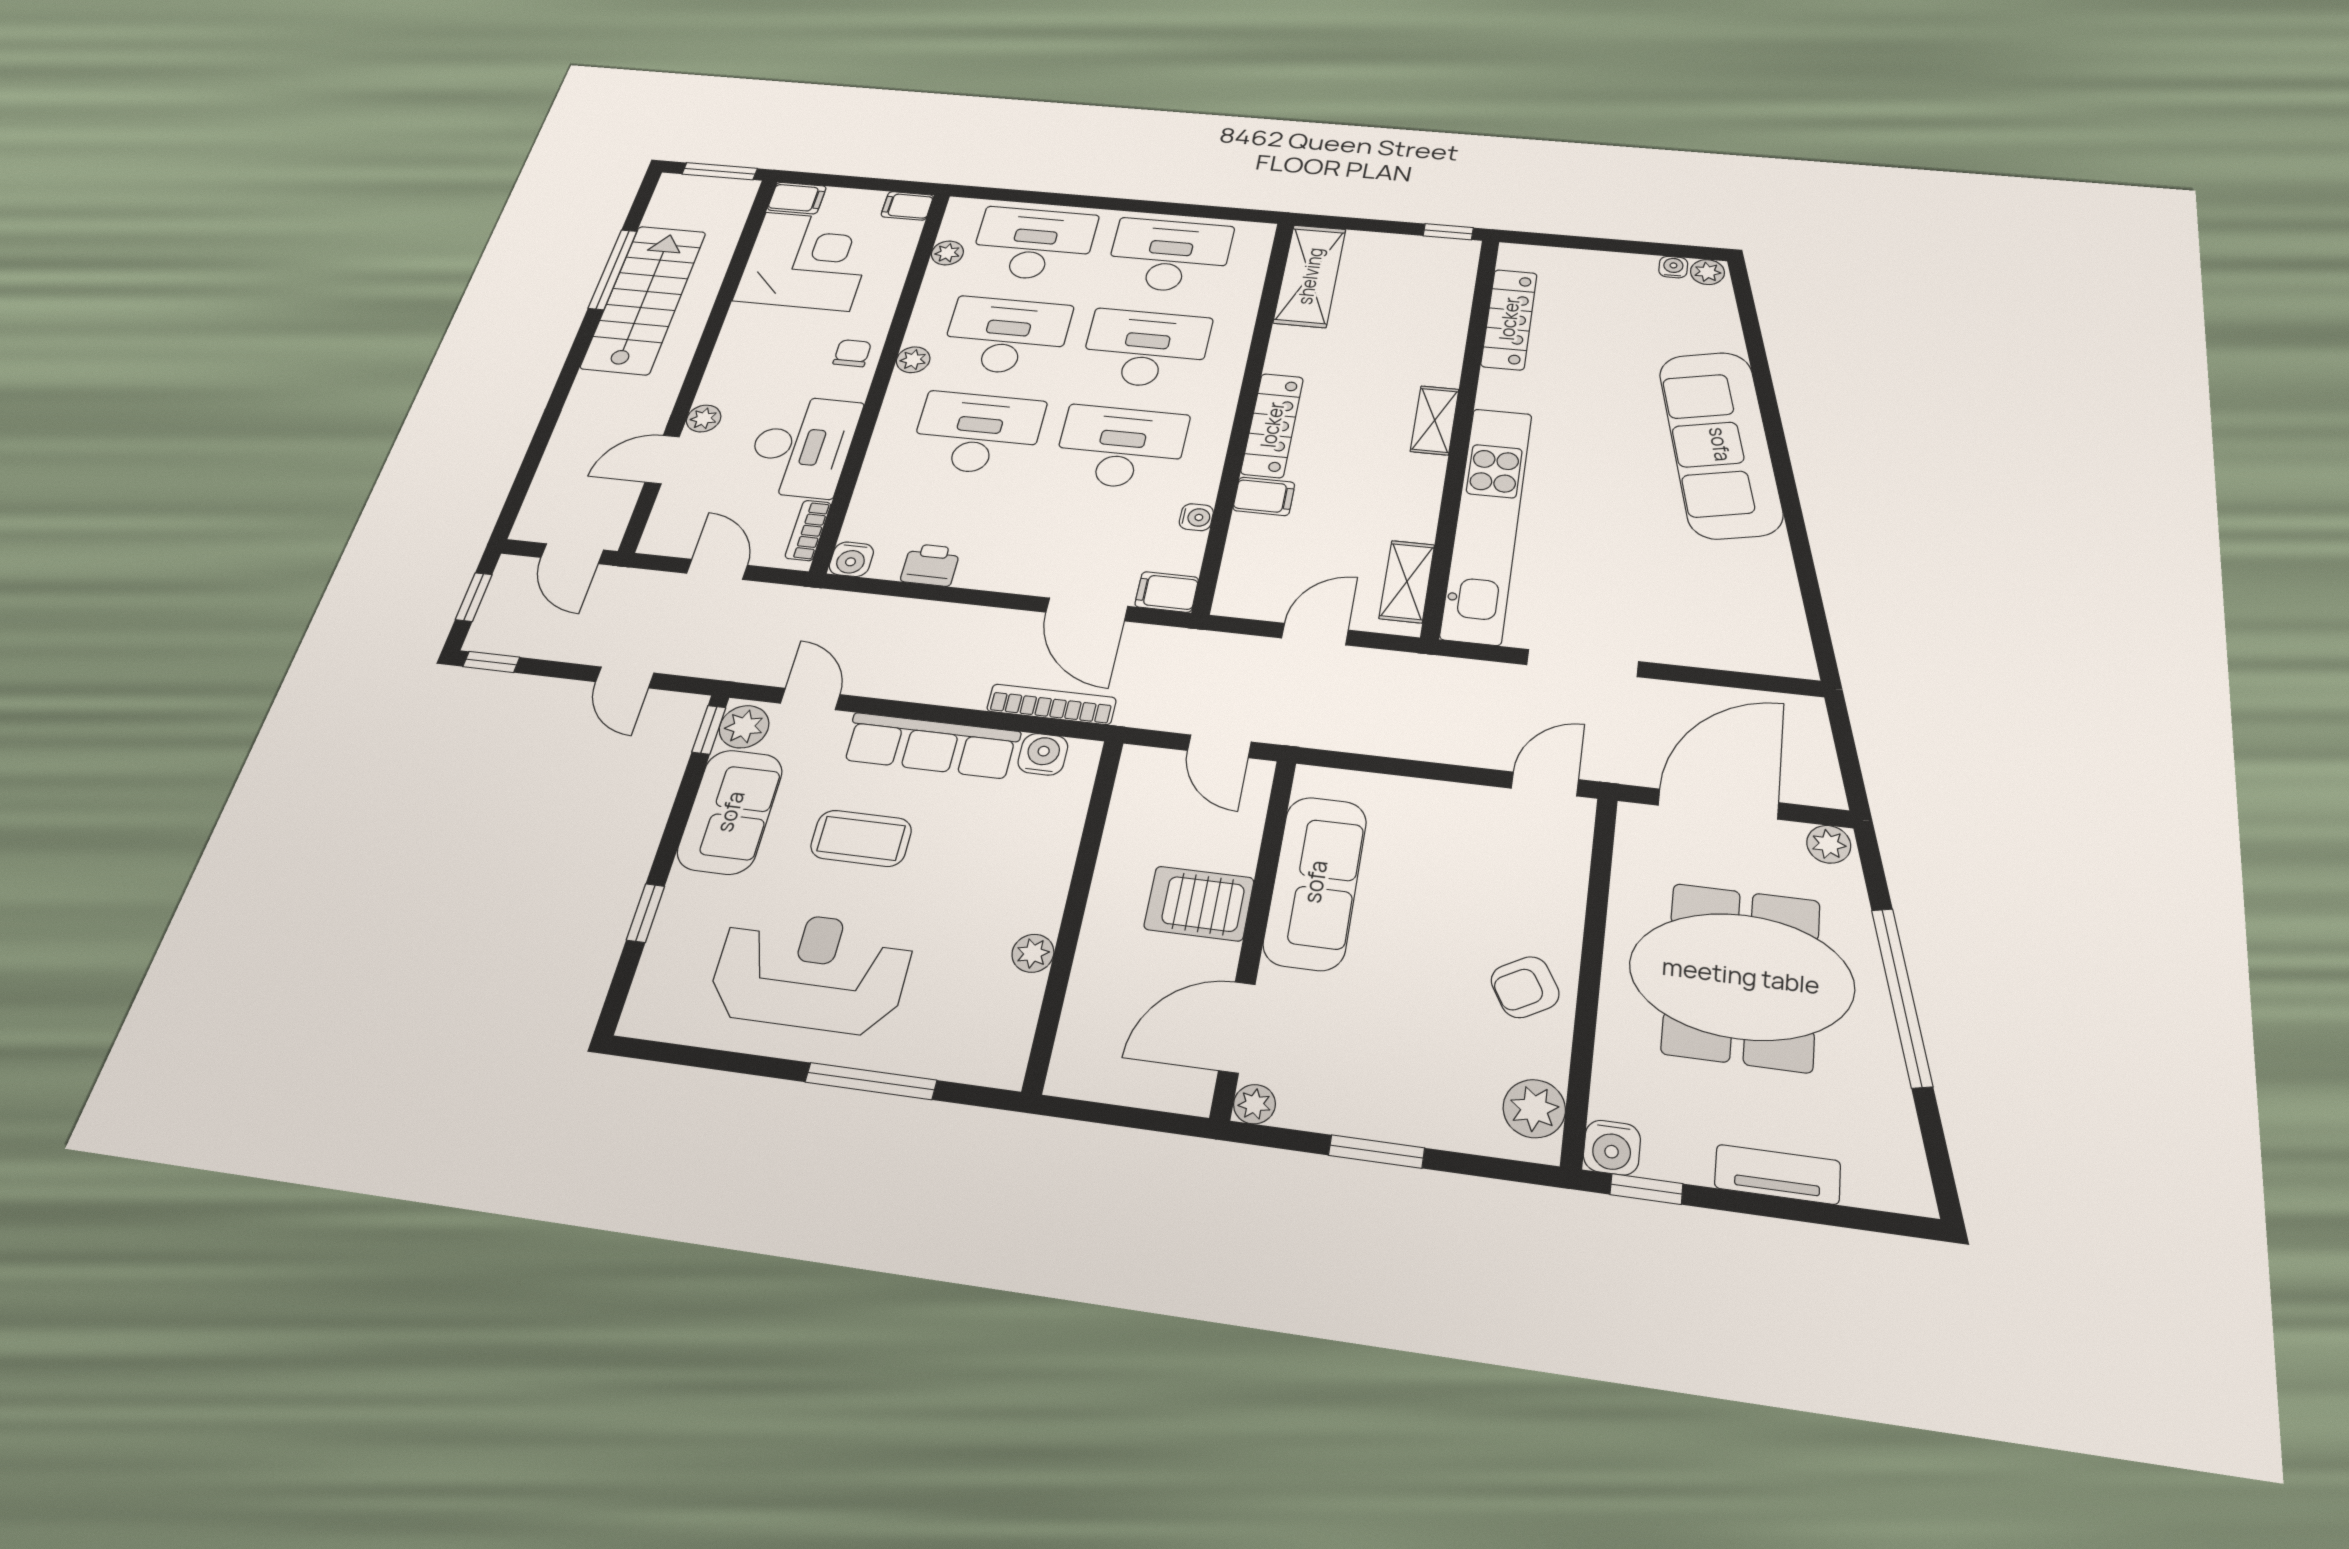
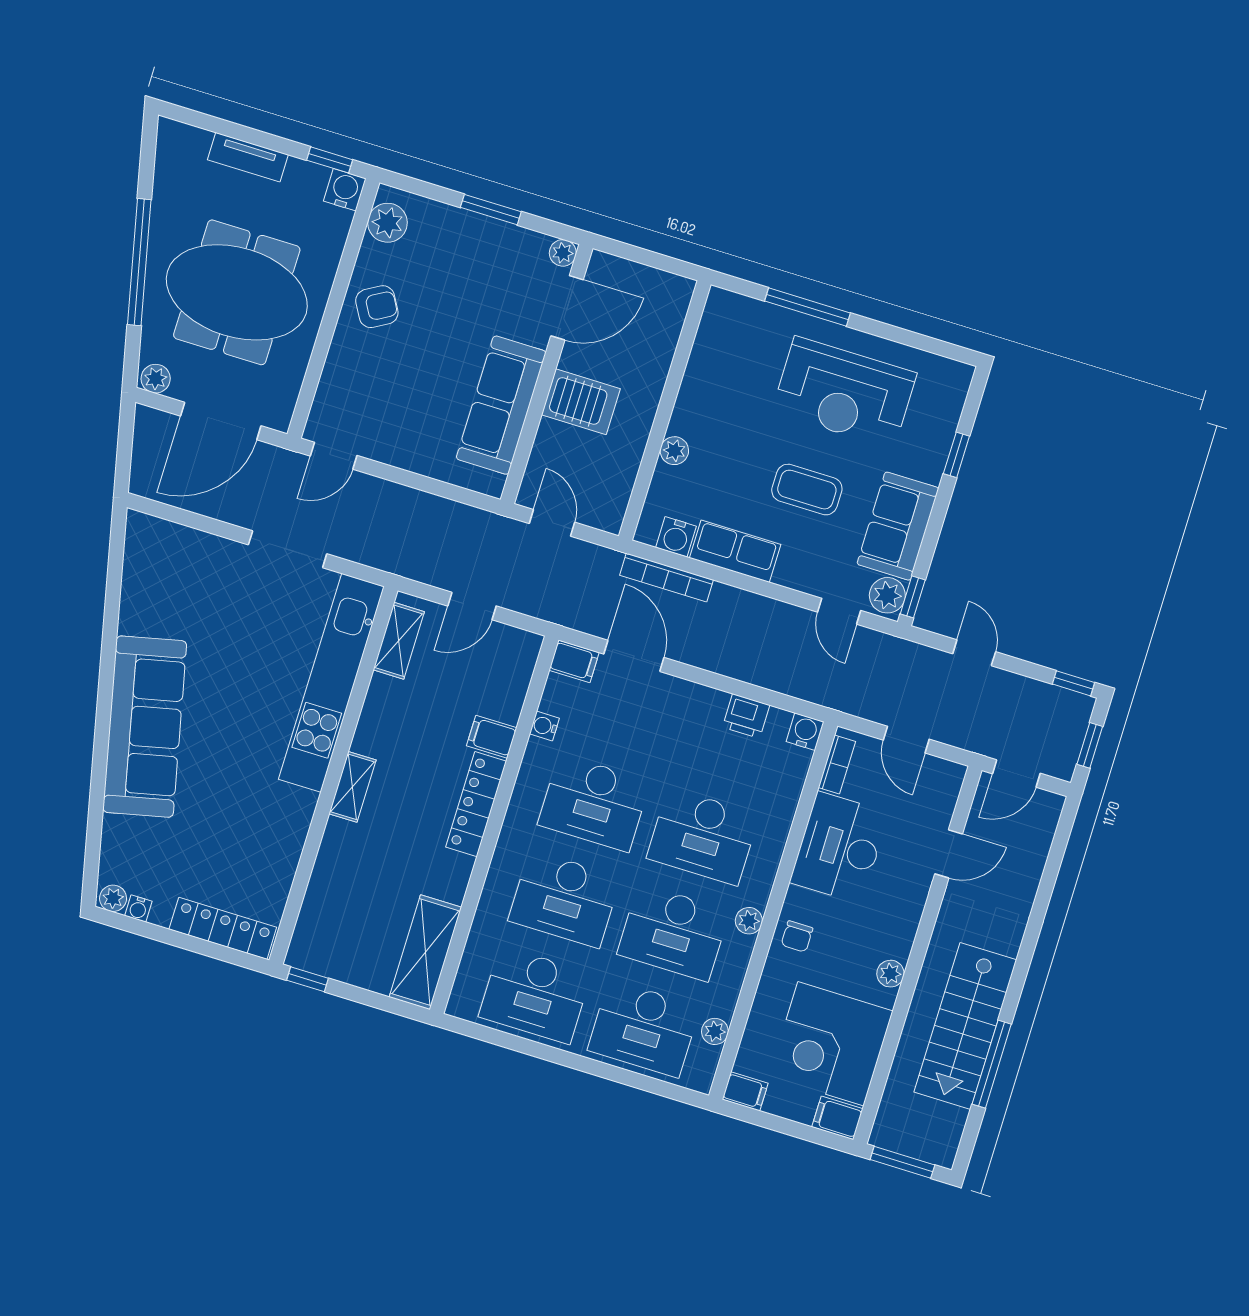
locker: (1509, 319) -> (223, 928), moved, turned 90
plant: (704, 418) -> (890, 974), moved
door: (572, 554) -> (1016, 773), swing flipped
row of seats: (931, 746) -> (735, 551), width x0.68
plant: (1033, 953) -> (674, 451), moved

